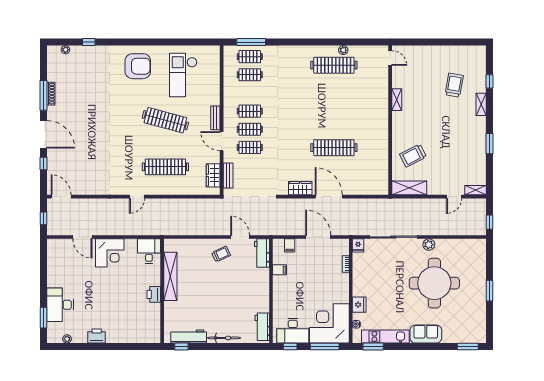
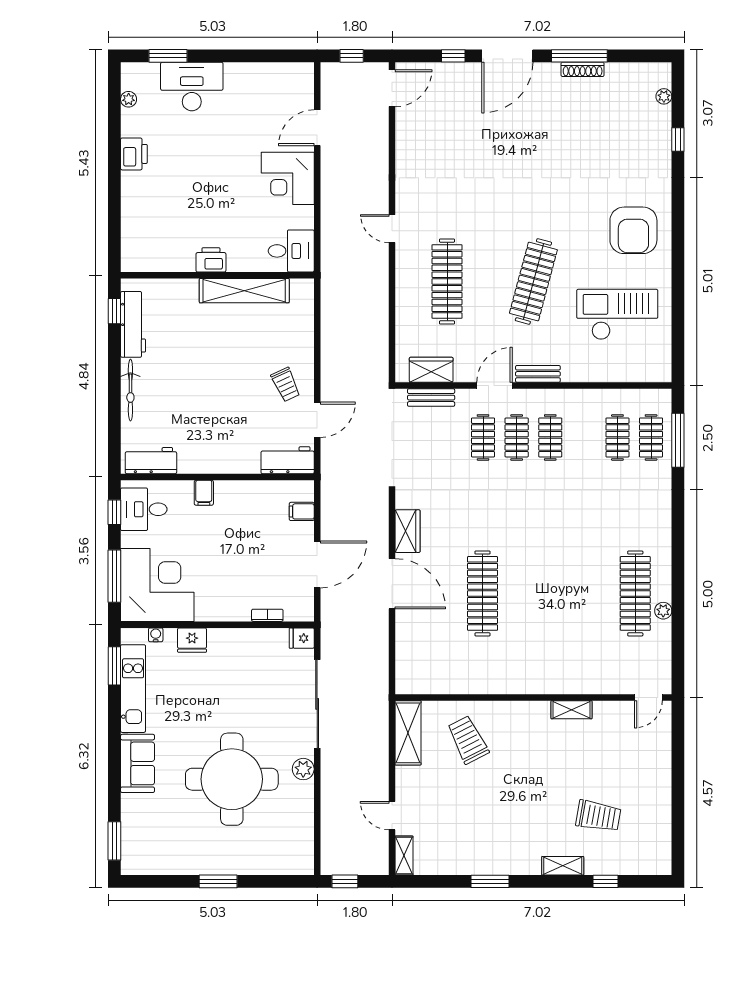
door: (329, 197) -> (392, 584), hinge flipped
filing cabinet: (280, 270) -> (204, 493), moved
desk: (293, 331) -> (144, 509), width x0.73

